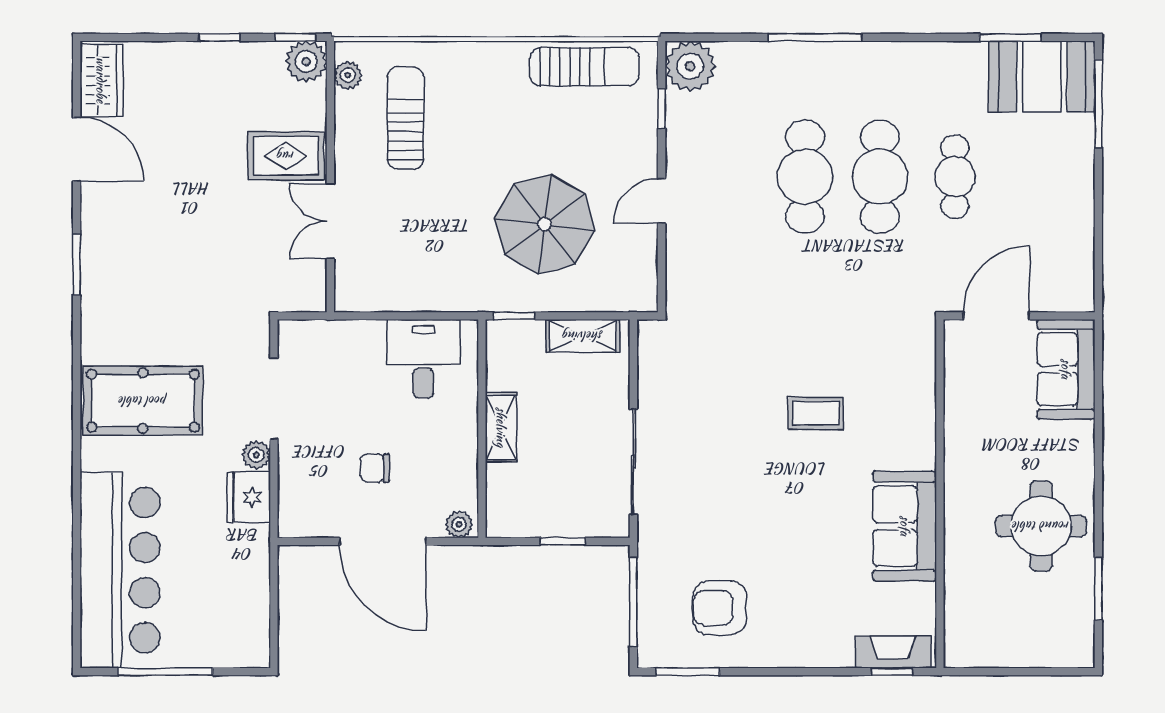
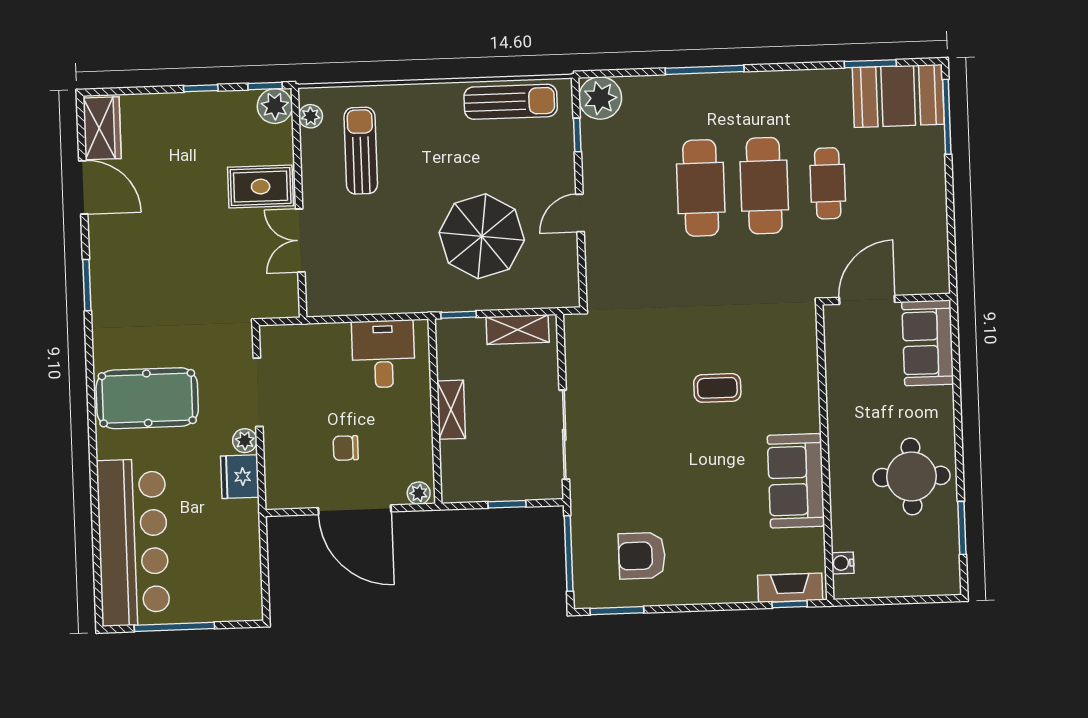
water cooler: (956, 625) -> (843, 563), added

